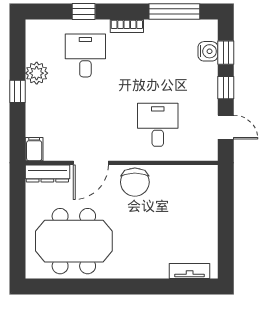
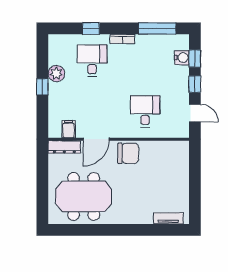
filing cabinet: (34, 149) -> (69, 129), moved
chair: (135, 182) -> (128, 153), turned -90

